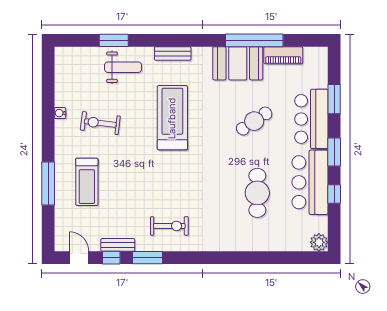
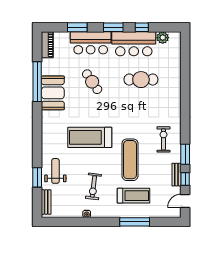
bench: (173, 54) -> (46, 202), moved
piano: (283, 55) -> (47, 45), moved
exercise mat: (140, 177) -> (130, 160), added
plant: (319, 242) -> (163, 38), moved

